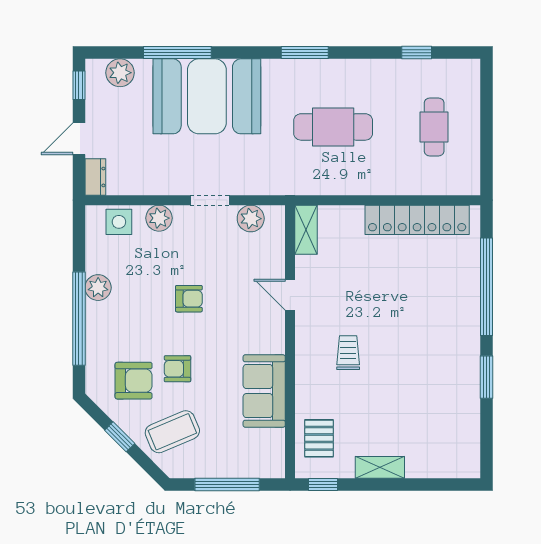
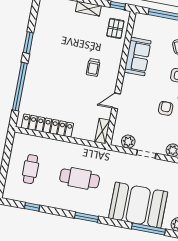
door: (290, 295) -> (116, 101), swing flipped
armchair: (189, 299) -> (166, 108), turned 90

